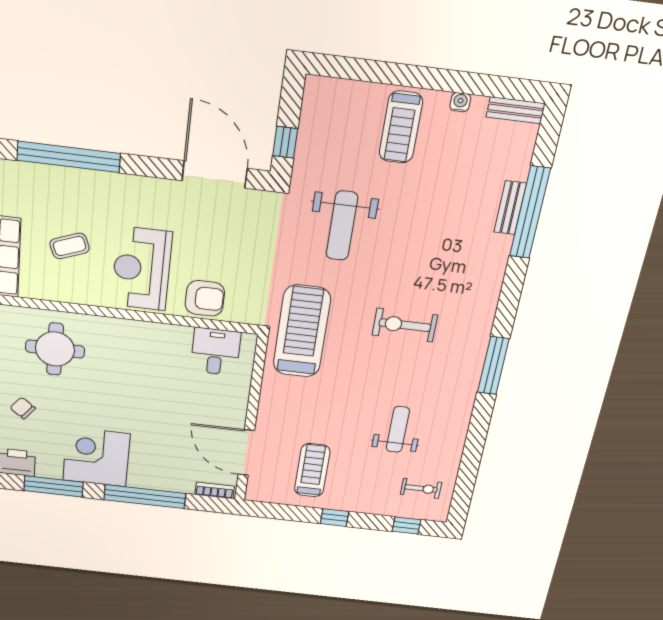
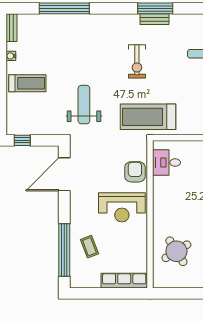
window: (285, 142) -> (22, 140), moved
bench: (510, 208) -> (154, 19), moved
weight bench: (342, 226) -> (84, 105), turned -90
coffee table: (70, 246) -> (89, 247), moved
round table: (55, 349) -> (176, 251), turned -32

